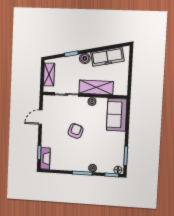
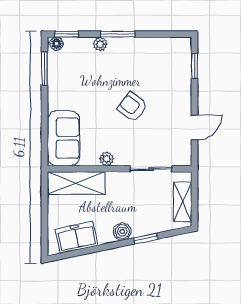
freezer: (107, 57) -> (77, 237), width x0.71
shelving: (96, 87) -> (76, 183), moved
armchair: (76, 131) -> (132, 107), turned 109
fireplace: (45, 158) -> (184, 56), removed

